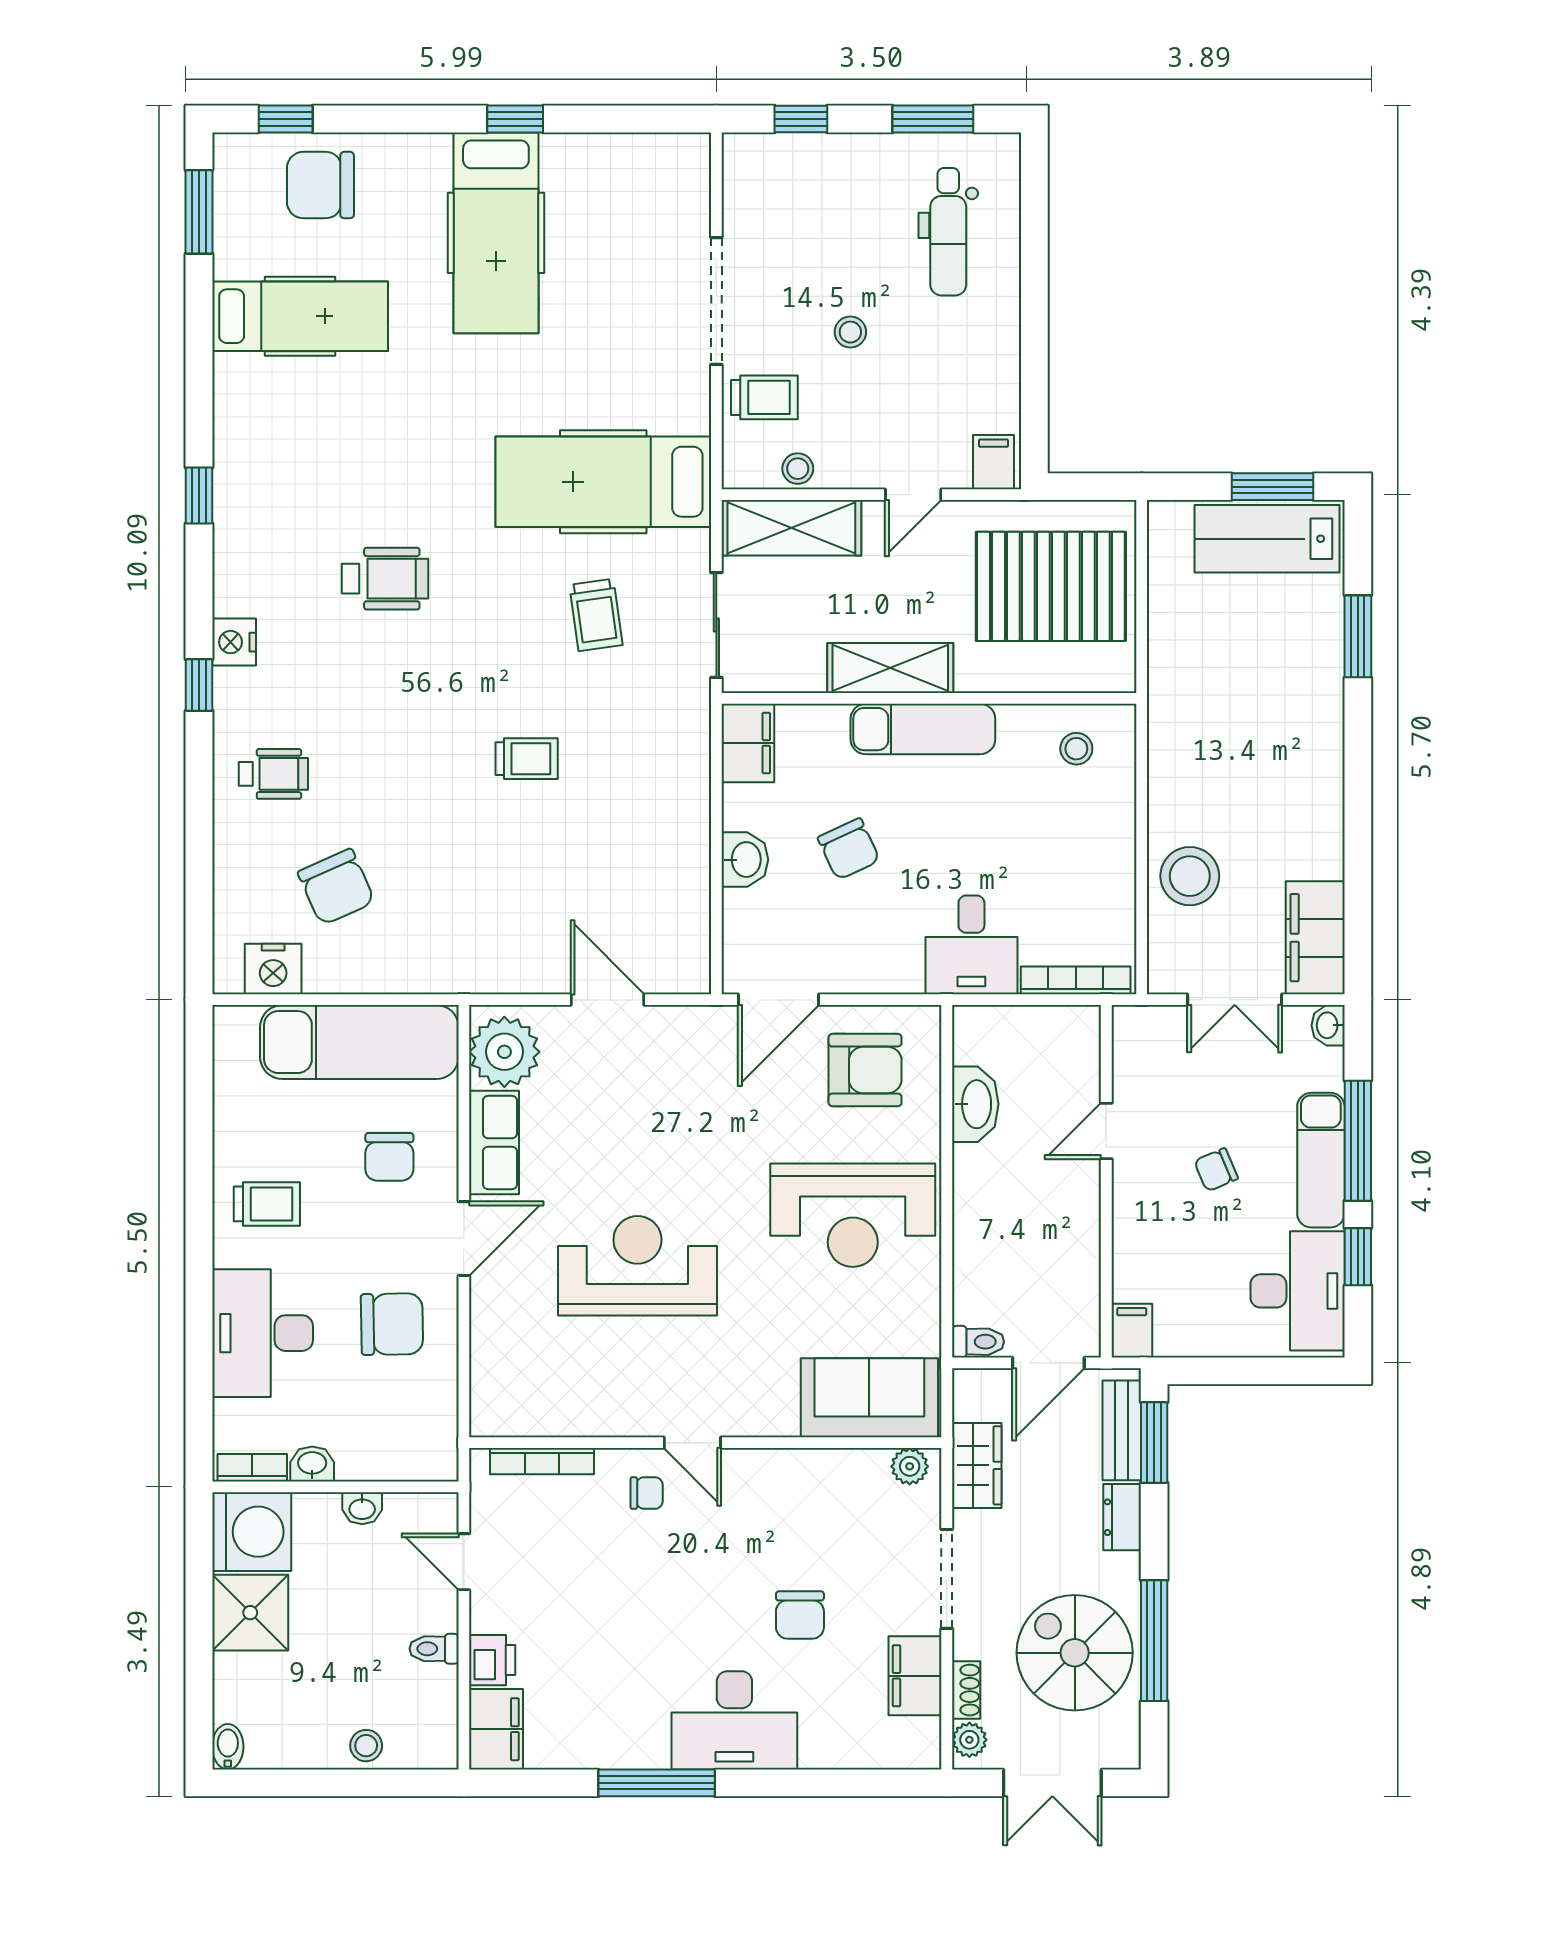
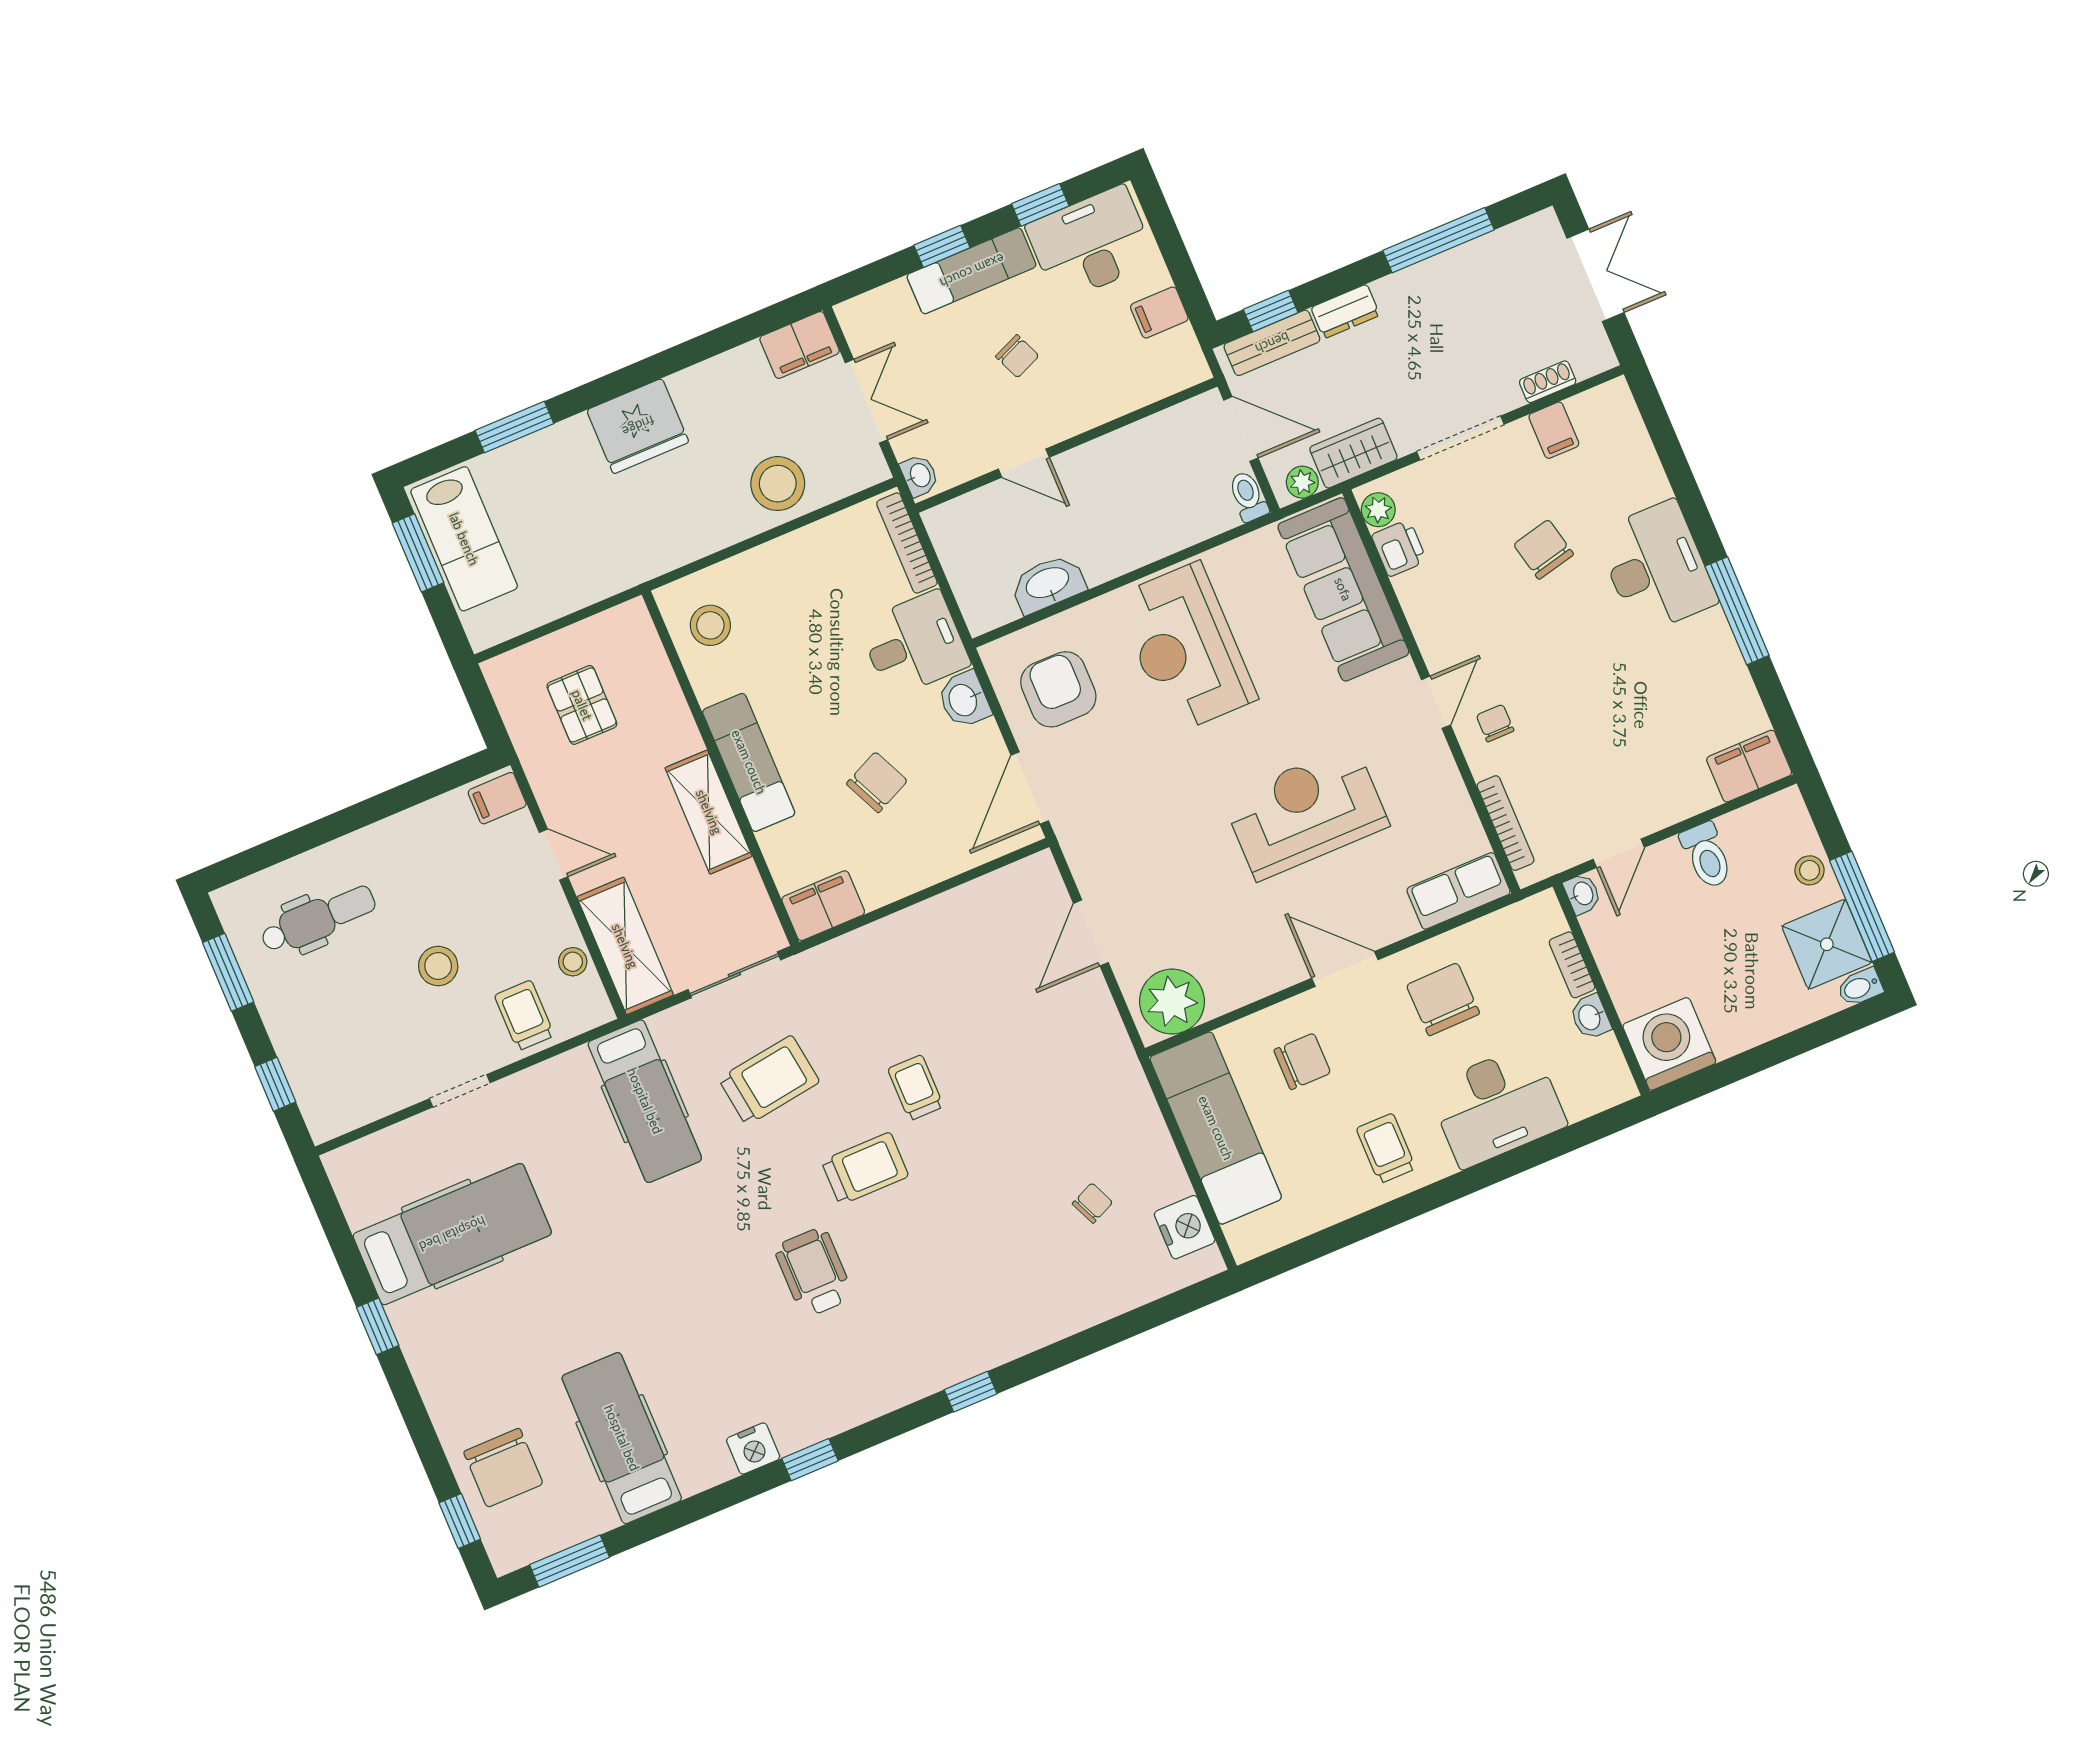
hospital bed: (496, 233) -> (452, 1234), moved
doorway: (716, 301) -> (460, 1091), width x0.53
stool: (850, 332) -> (438, 966), width x1.37, depth x1.37
hospital bed: (603, 482) -> (645, 1101), width x0.73, depth x0.78
pallet: (1051, 586) -> (582, 705), width x0.49, depth x0.50
trolley: (596, 615) -> (769, 1080), width x1.36, depth x1.39
nightstand: (234, 642) -> (753, 1449), moved
trolley: (467, 674) -> (865, 1169), added
stool: (1076, 749) -> (710, 625), width x1.37, depth x1.37
fridge: (1307, 760) -> (638, 426), added
wheelchair: (273, 774) -> (1019, 1297), removed
washbasin: (745, 860) -> (964, 700), moved, turned -90
chair: (336, 887) -> (1092, 1203), width x0.54, depth x0.54
filing cabinet: (1315, 938) -> (800, 345), width x0.67, depth x0.86
door: (778, 1000) -> (1030, 788), swing flipped
washbasin: (1328, 1025) -> (919, 476), moved, turned -90
window: (1358, 1141) -> (942, 246), width x0.46
row of seats: (494, 1142) -> (1458, 891), moved
reception desk: (853, 1215) -> (1186, 648), turned 180
reception desk: (637, 1266) -> (1306, 812), turned 90
filing cabinet: (1132, 1331) -> (1159, 312), moved
sofa: (869, 1398) -> (1343, 589), width x1.36
window: (1154, 1443) -> (1271, 311), width x0.67
bookcase: (252, 1468) -> (1572, 965), moved
washbasin: (362, 1508) -> (1582, 894), moved
shower: (250, 1613) -> (1827, 944), moved
chair: (800, 1615) -> (1544, 549), turned -103
toilet: (434, 1649) -> (1707, 855), width x1.37, depth x1.39
spiral stairs: (1075, 1653) -> (1477, 303), removed
printer: (492, 1660) -> (1399, 548), moved, turned 90
filing cabinet: (915, 1676) -> (1554, 430), width x0.50
plant: (969, 1740) -> (1302, 482), moved
window: (308, 1783) -> (1862, 906), added

